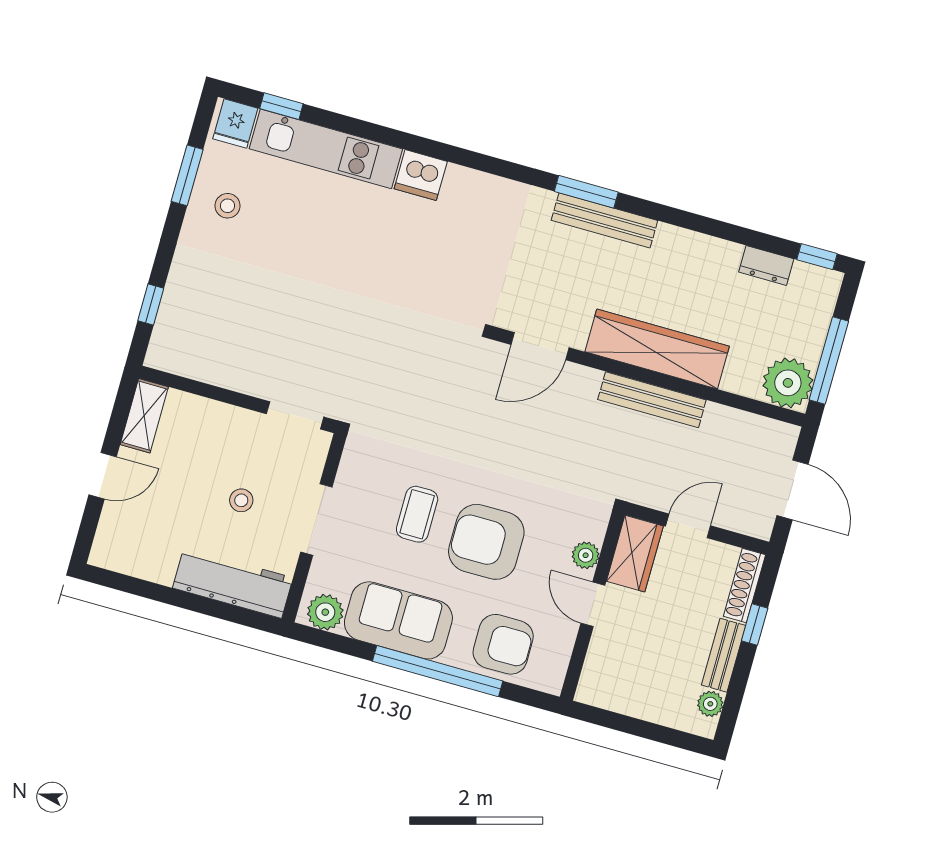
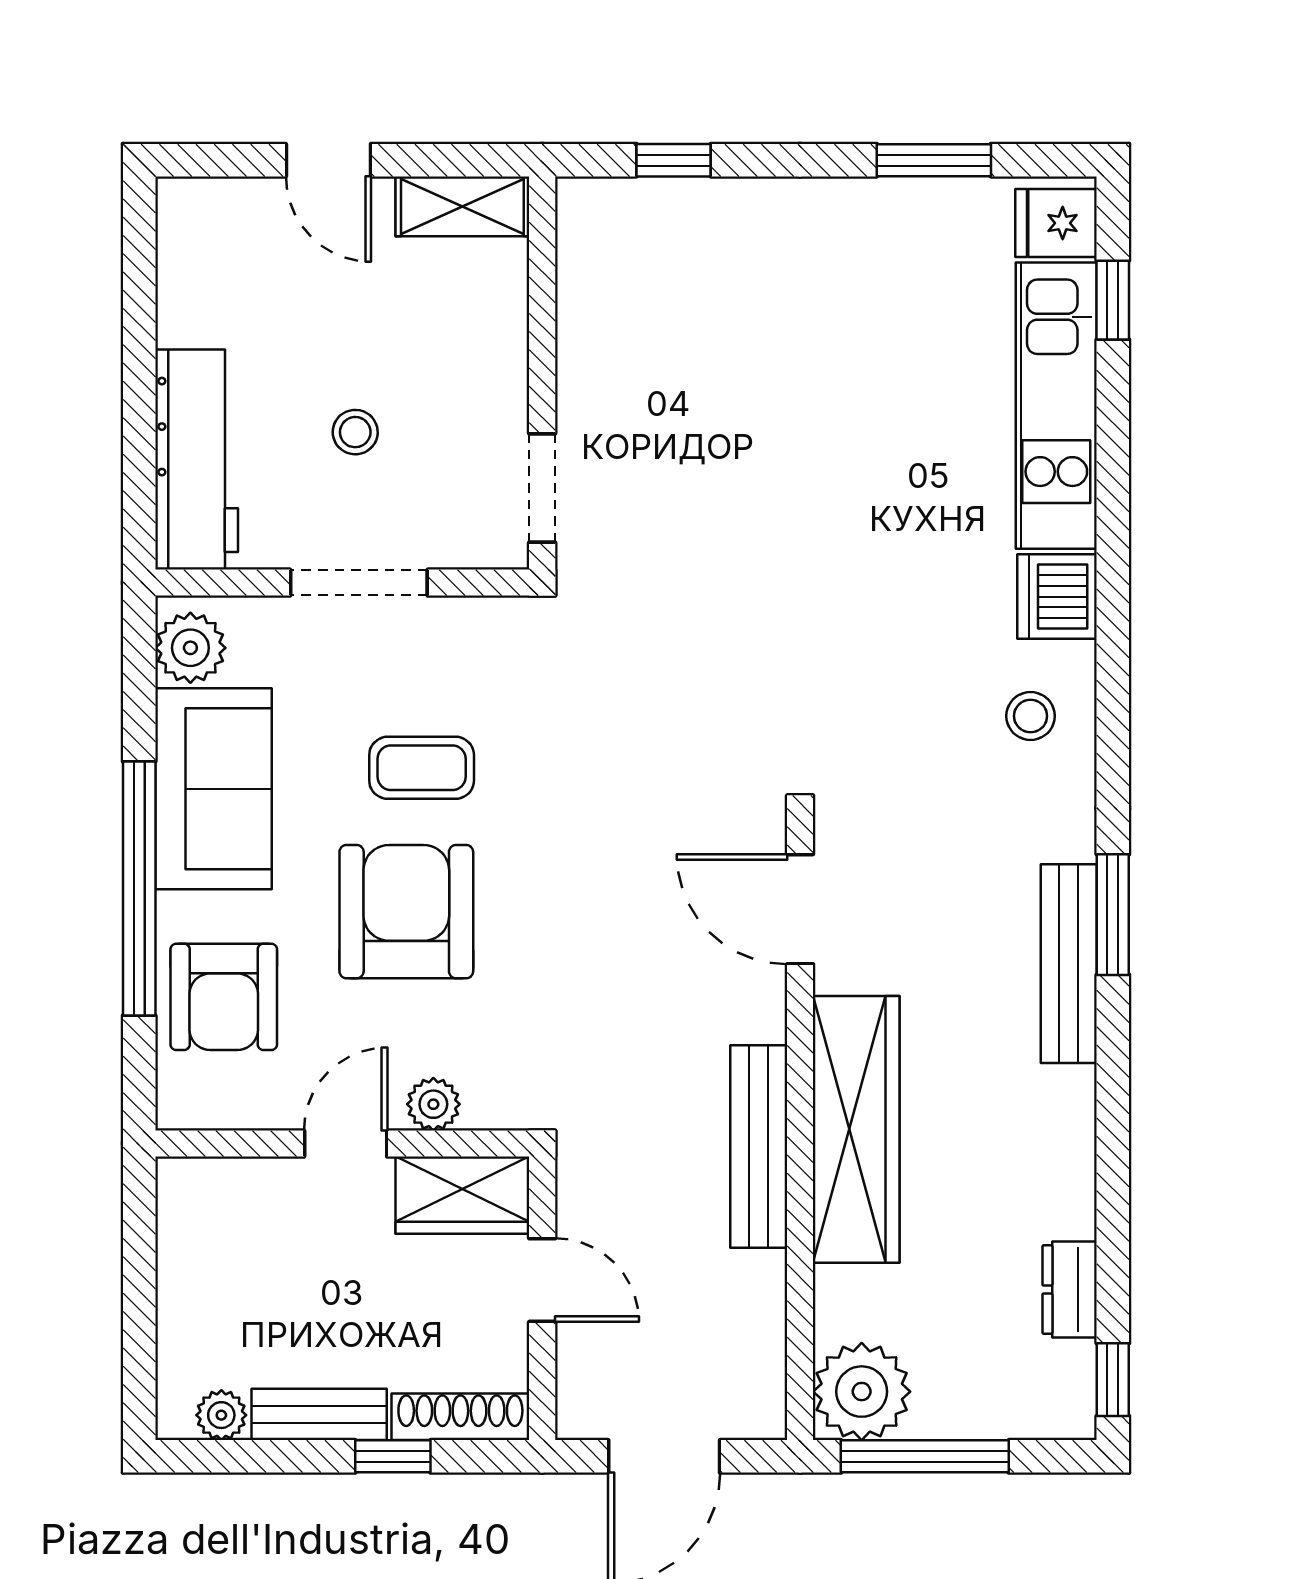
stool: (228, 206) -> (1031, 716), moved

